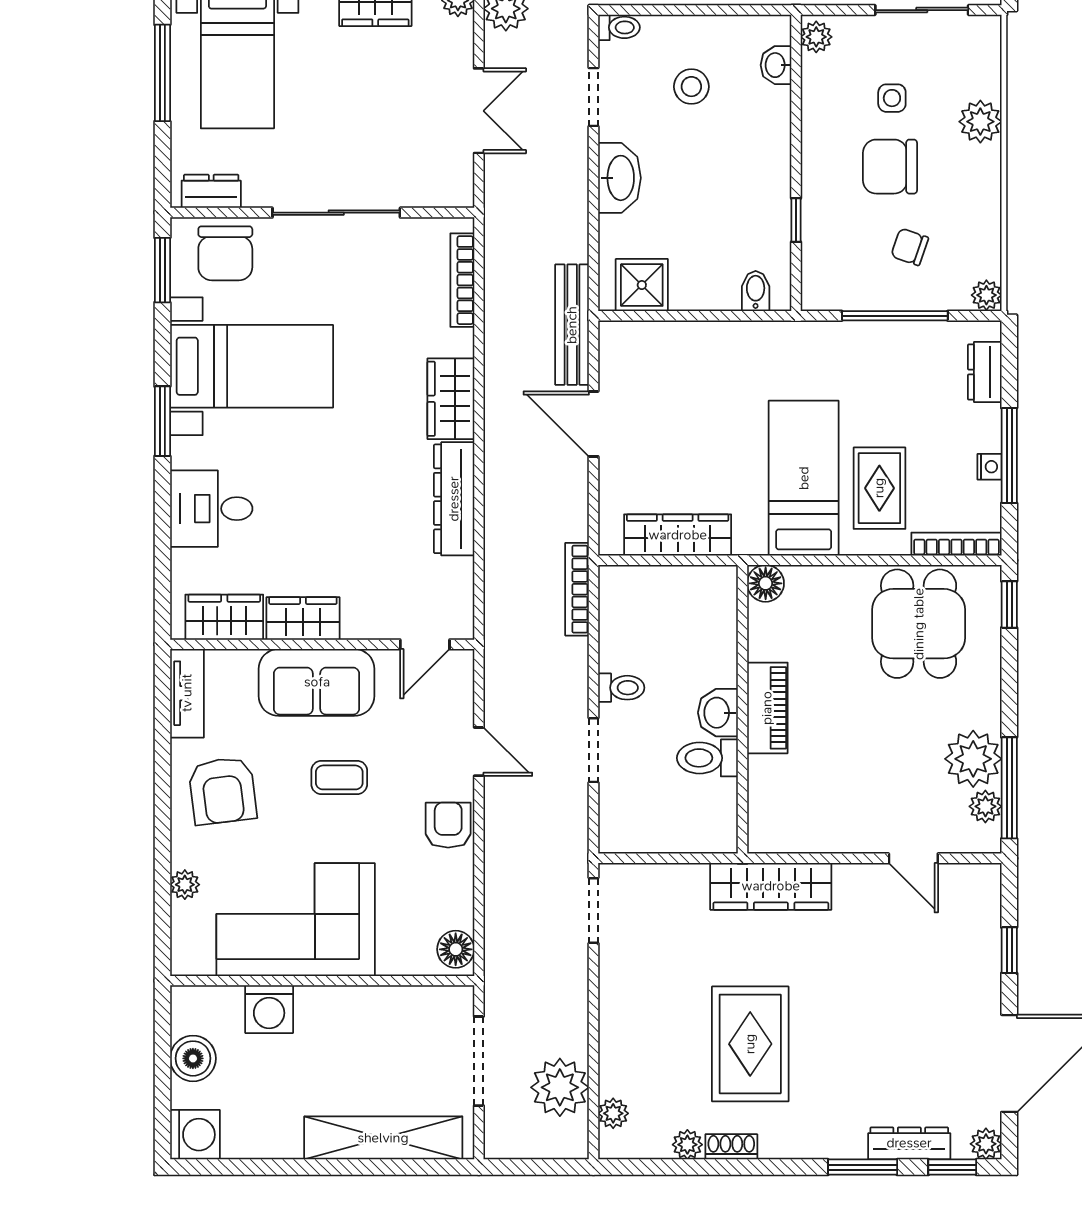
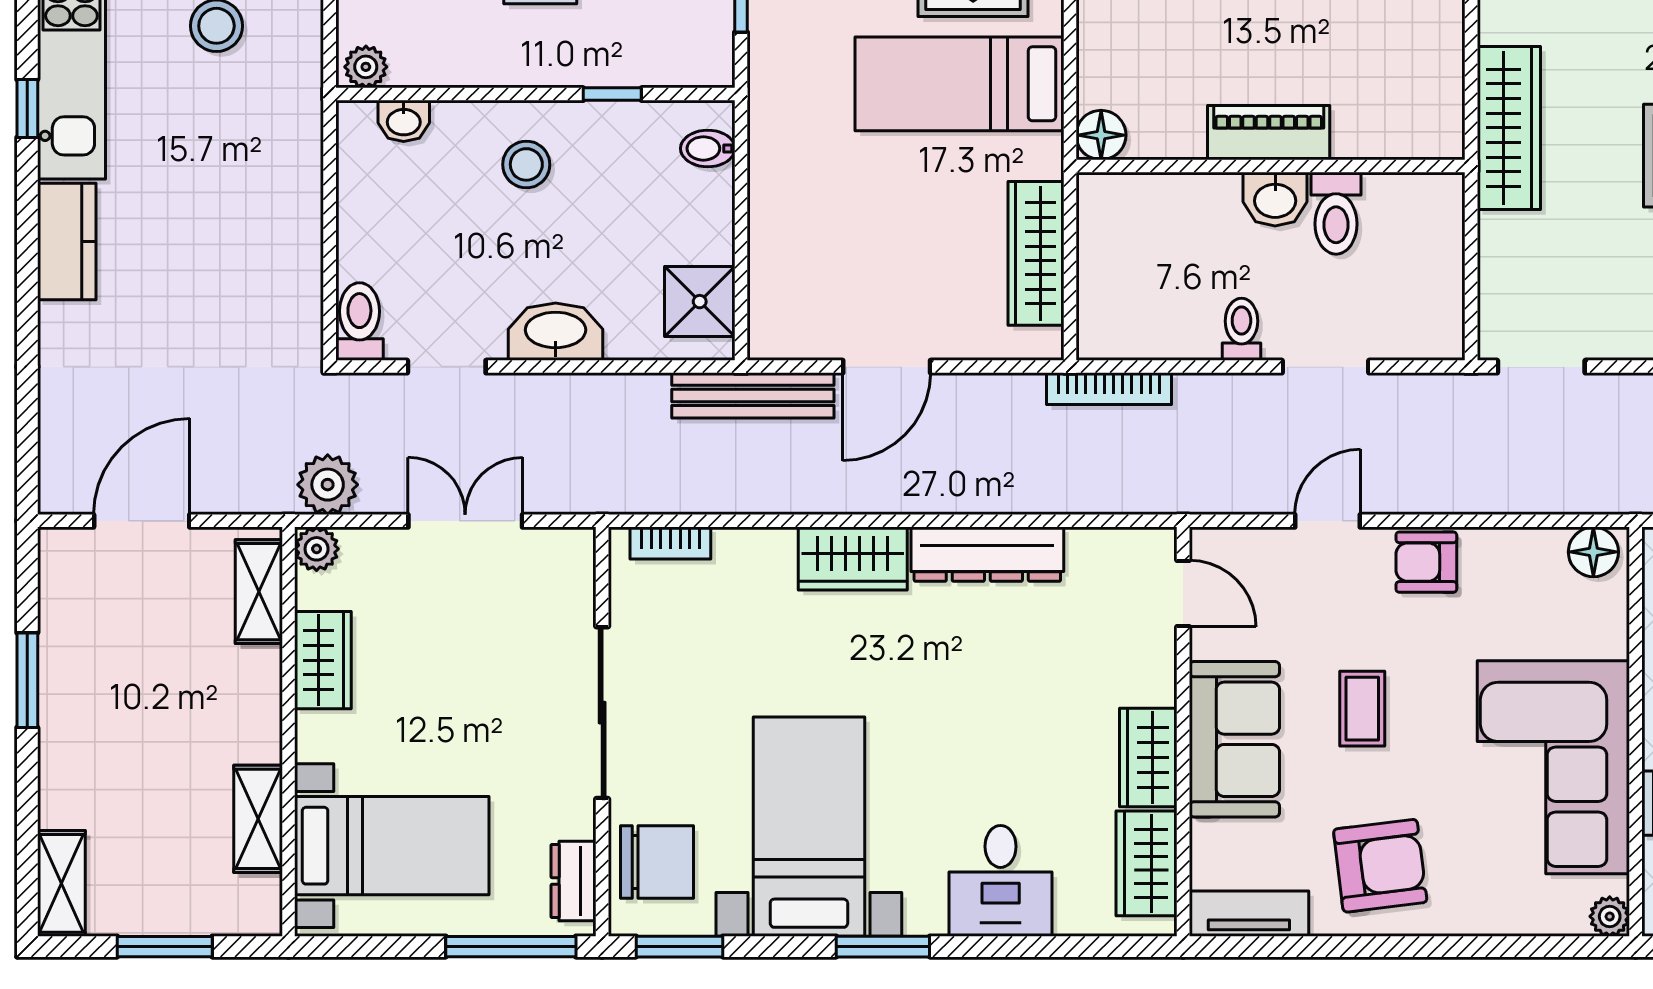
toilet: (619, 27) -> (359, 322), width x1.37, depth x1.39
window: (162, 73) -> (511, 947), moved
stool: (691, 87) -> (526, 164), moved
bookcase: (462, 280) -> (670, 543), width x0.64
plant: (185, 885) -> (1610, 916), moved

